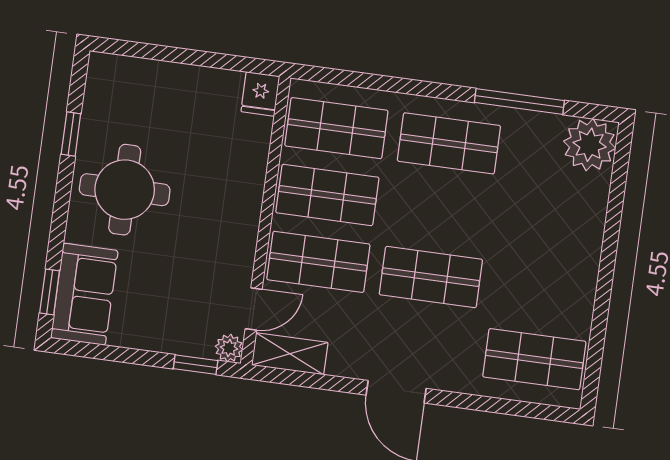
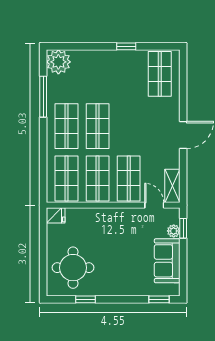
round table: (125, 190) -> (73, 268), moved
shop shelf: (431, 277) -> (98, 126), moved
sofa: (84, 294) -> (167, 261), moved, turned -90
window: (603, 295) -> (126, 46), added
plant: (229, 348) -> (174, 231), moved

